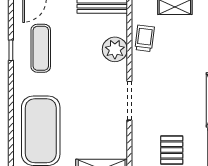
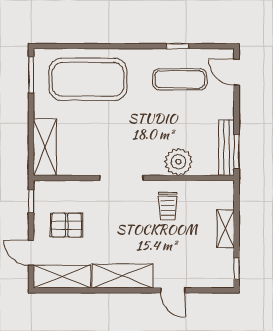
trolley: (145, 38) -> (168, 206), moved, turned 83

